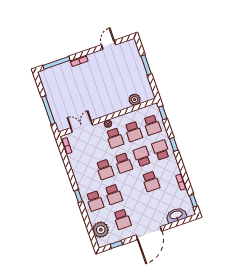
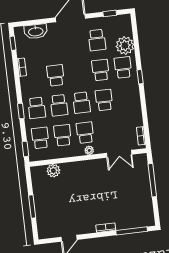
school desk: (124, 163) -> (82, 103), turned 180
school desk: (122, 219) -> (97, 40), turned 180
plant: (101, 230) -> (125, 46), moved

